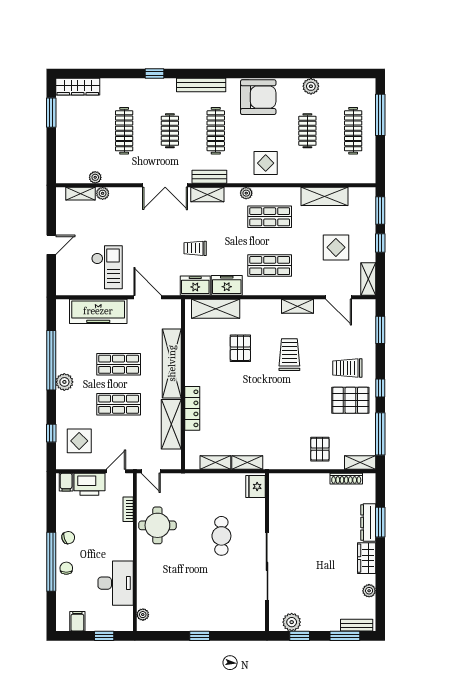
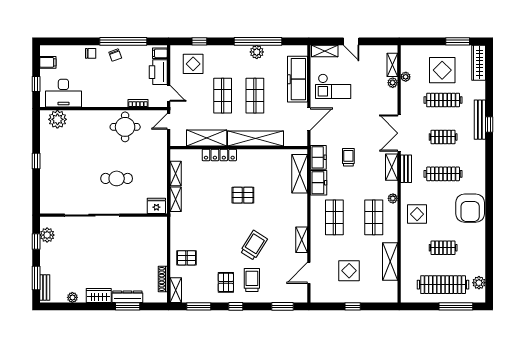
bench: (201, 85) -> (480, 120), moved
plant: (311, 86) -> (479, 283), moved
clothes rail: (353, 131) -> (443, 285), width x1.37, depth x1.31
display table: (87, 132) -> (442, 70), added
window: (380, 210) -> (379, 306), removed
shelving: (368, 279) -> (325, 51), moved
pallet: (240, 348) -> (243, 195), moved
trolley: (289, 355) -> (254, 245), moved, turned -58
plant: (64, 382) -> (257, 52), moved
pallet: (350, 400) -> (226, 282), width x0.67, depth x0.71
window: (380, 434) -> (199, 306), width x0.69
window: (51, 562) -> (123, 41), moved
desk: (116, 583) -> (63, 93), moved
plant: (143, 615) -> (57, 119), width x1.88, depth x1.88

